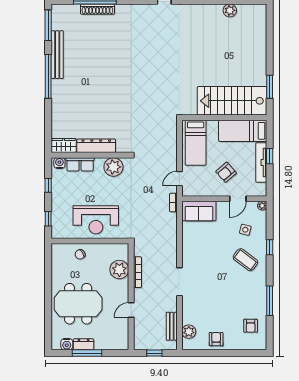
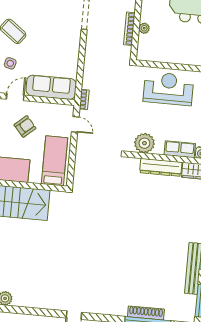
door: (179, 179) -> (75, 124), hinge flipped
sofa: (199, 211) -> (51, 87), width x1.36
chair: (80, 254) -> (189, 53), removed
plant: (119, 270) -> (144, 28), width x0.53, depth x0.53

